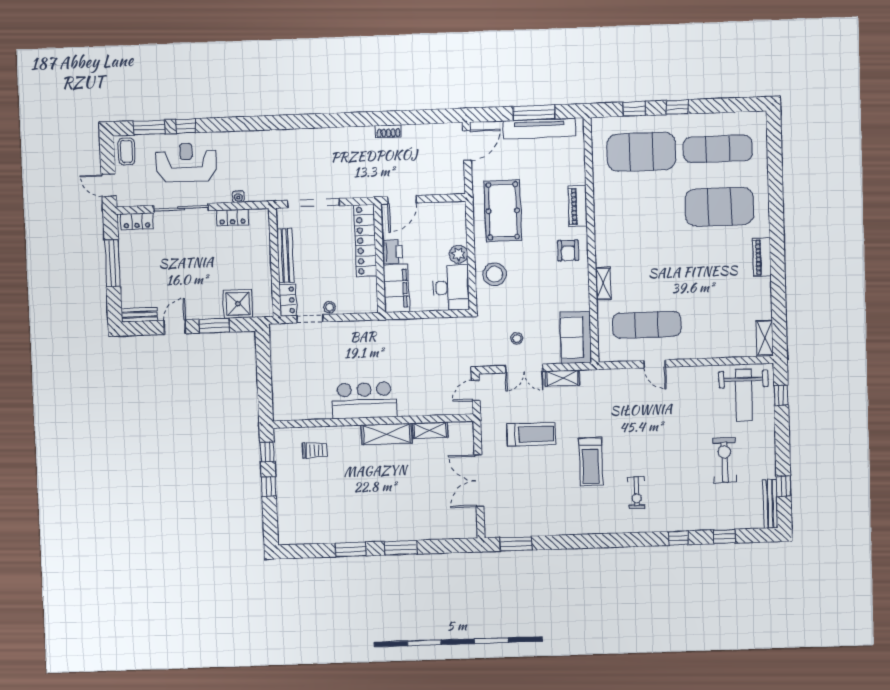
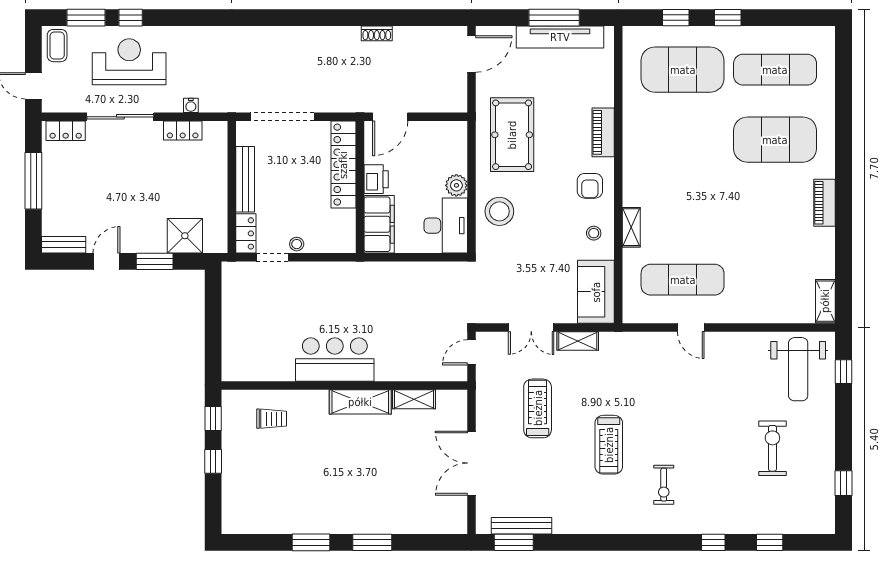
stool: (517, 338) -> (594, 233), moved
treadmill: (531, 434) -> (538, 408), turned -90
bench: (770, 504) -> (521, 526), moved, turned 90

